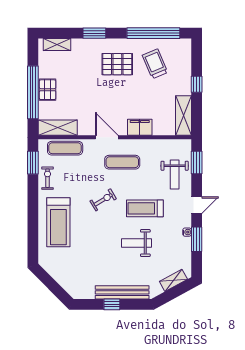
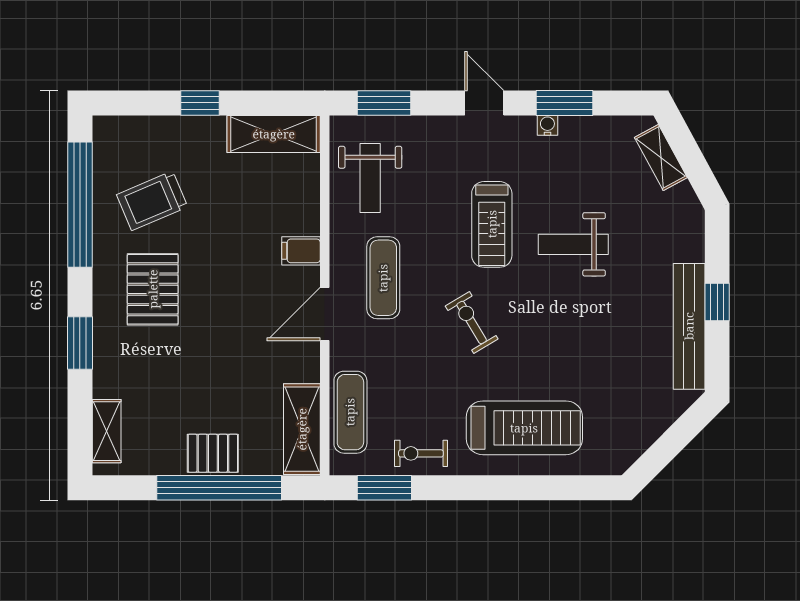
filing cabinet: (140, 127) -> (301, 251), width x0.50
weight bench: (175, 175) -> (370, 178), moved, turned 90
weight bench: (136, 243) -> (573, 244), turned 90
bench: (122, 292) -> (689, 326), moved

